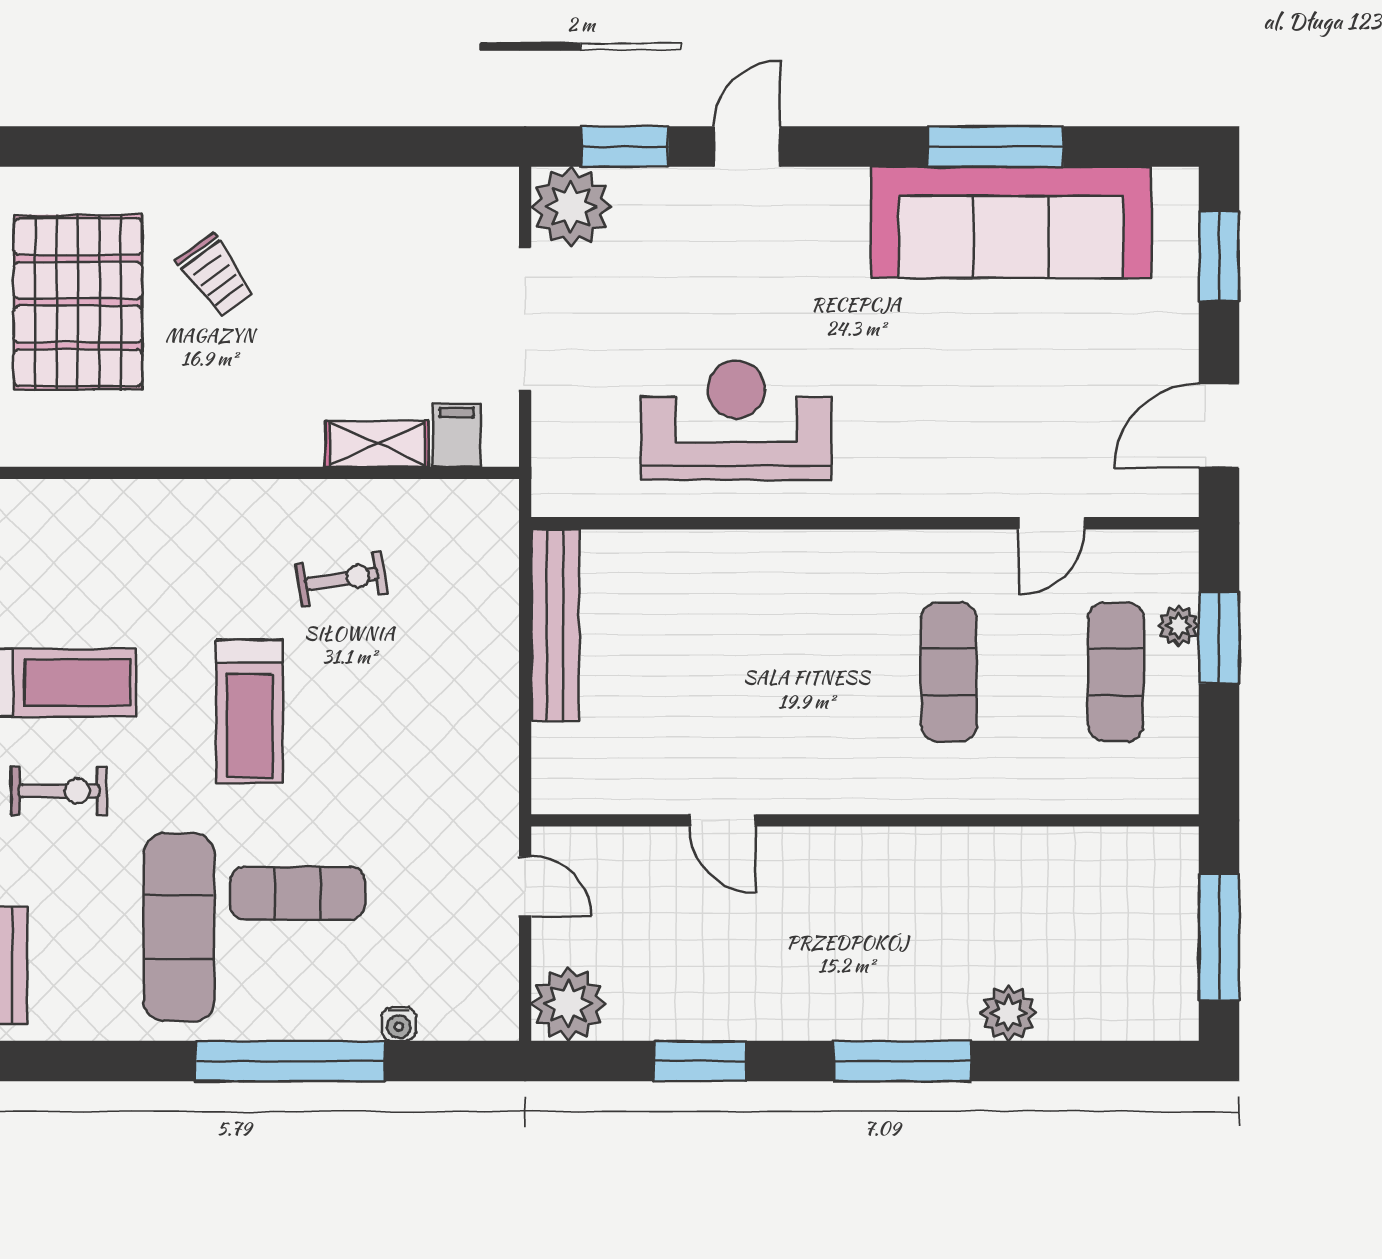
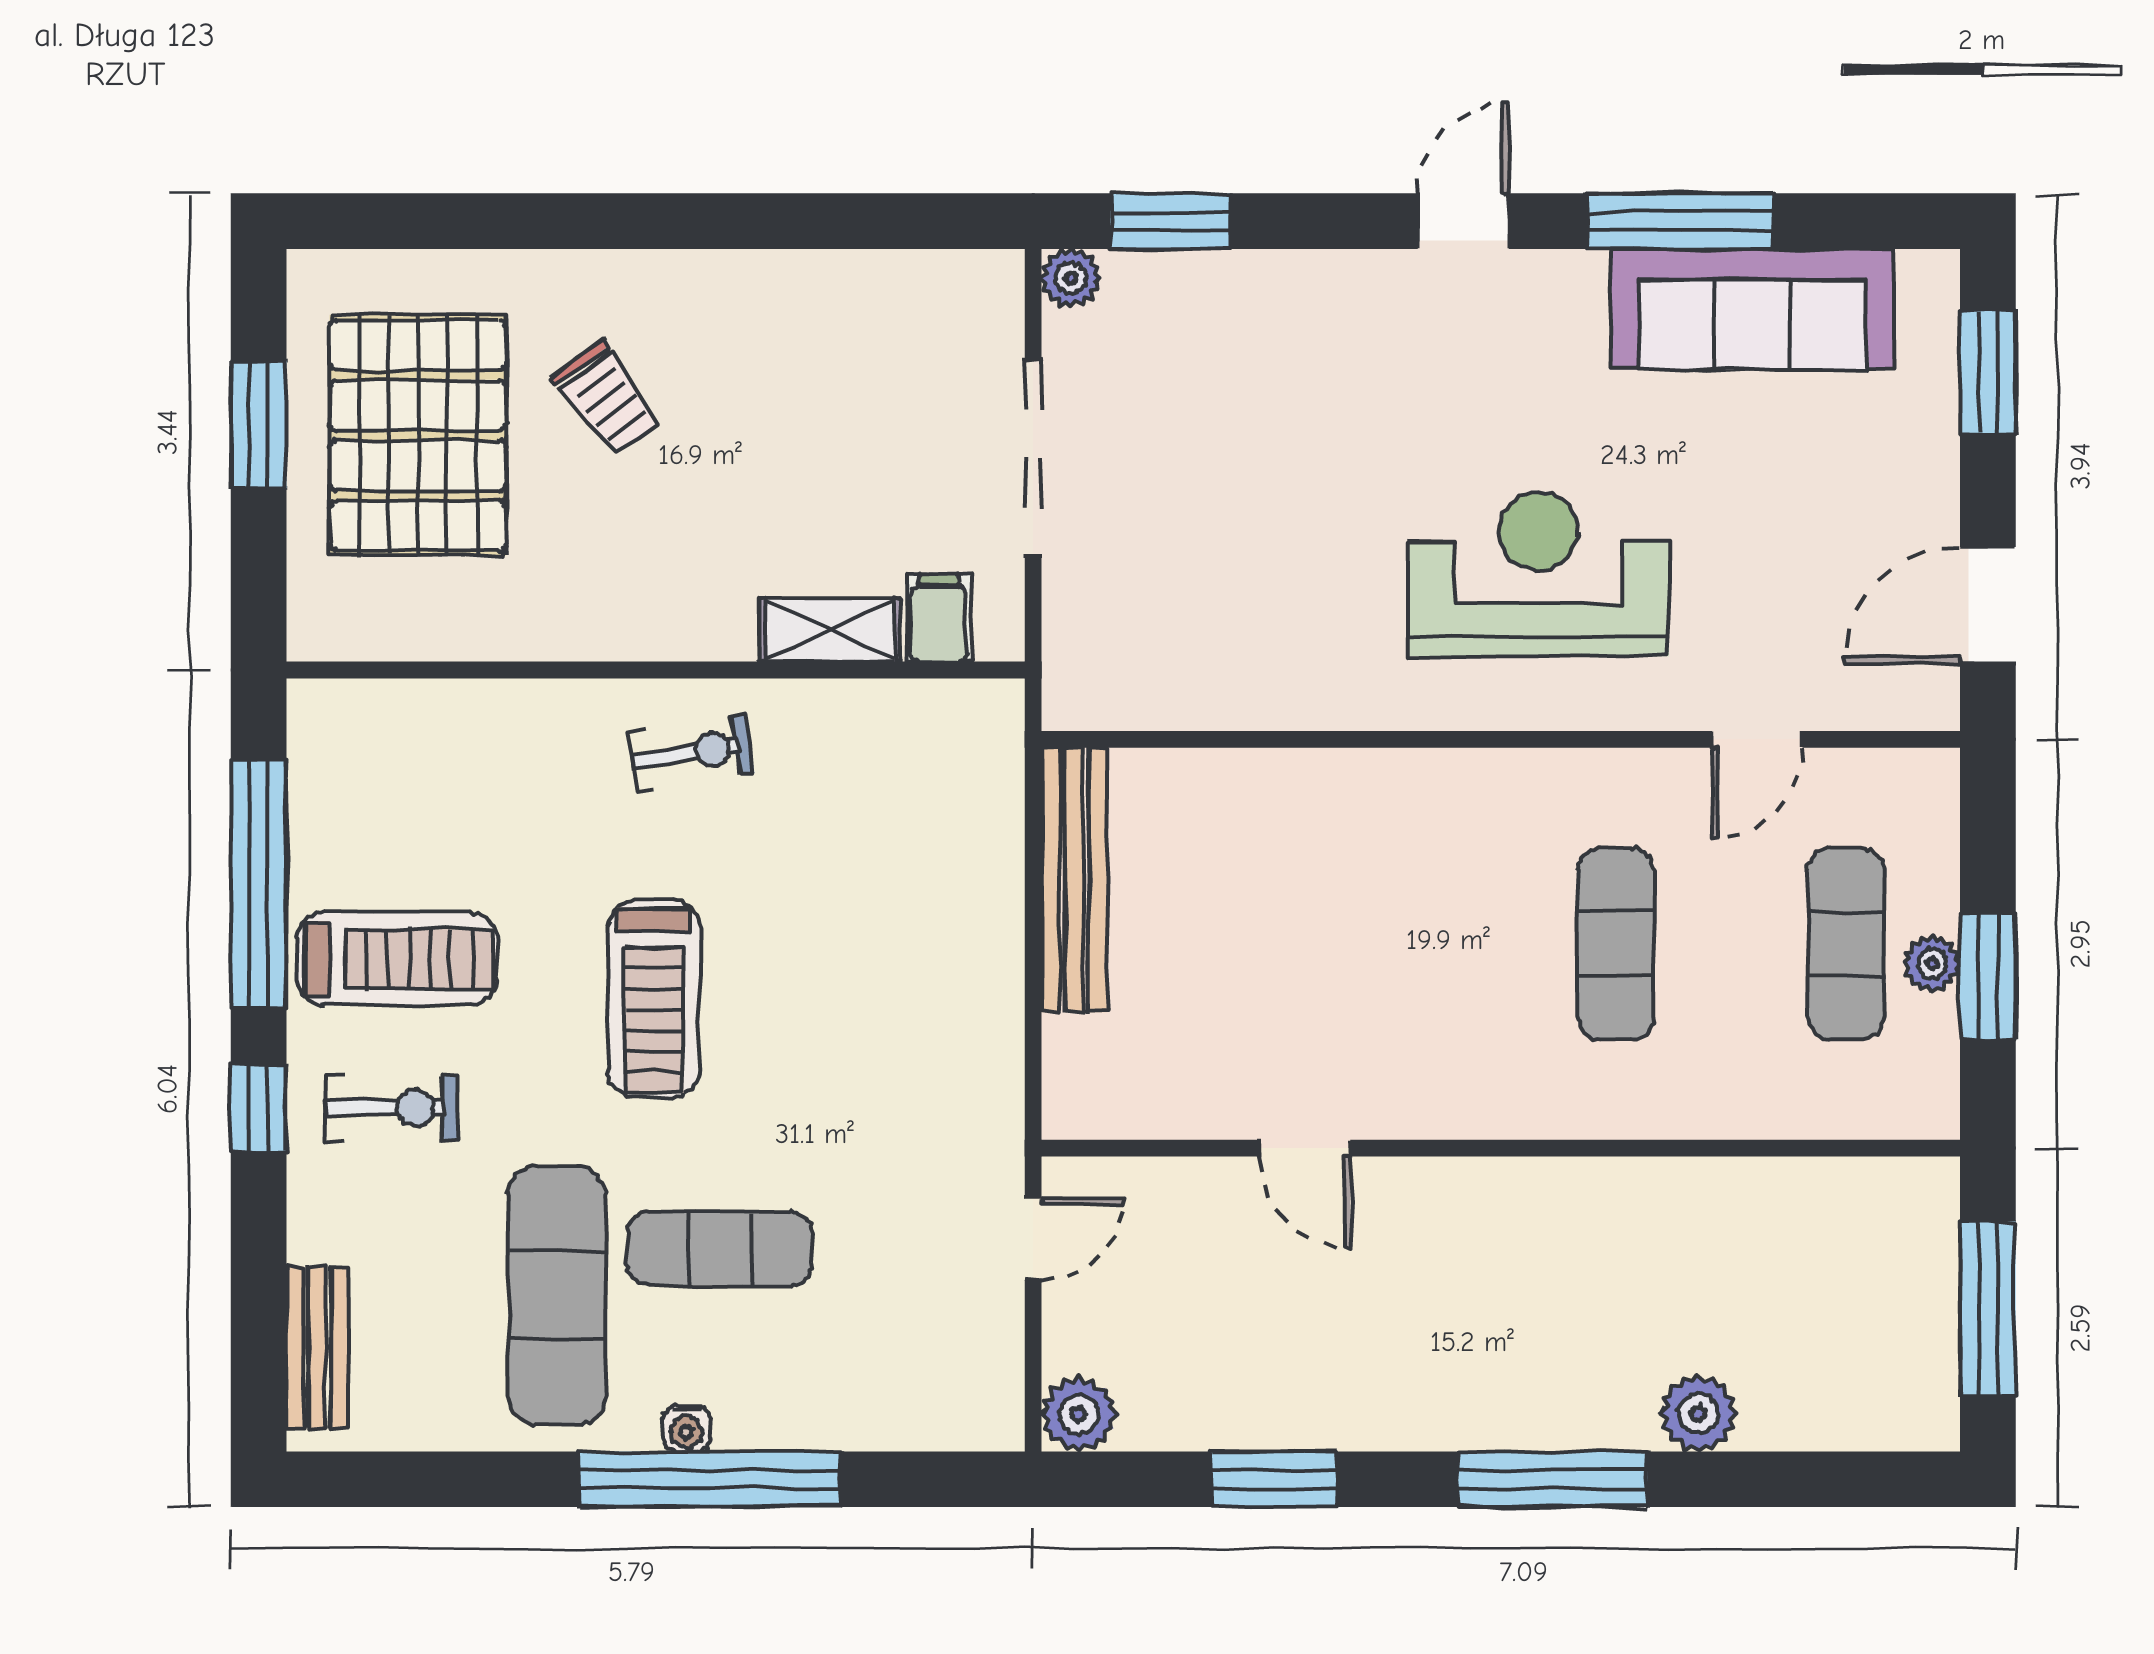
door: (747, 147) -> (1463, 221), moved
plant: (571, 207) -> (1071, 278), width x0.53, depth x0.53
sofa: (1011, 222) -> (1753, 309), width x0.74, depth x0.79
reception desk: (736, 420) -> (1538, 574), moved
exercise bike: (342, 579) -> (691, 753), moved
plant: (1179, 626) -> (1932, 964), moved
window: (1219, 638) -> (1988, 976), moved
door: (525, 886) -> (1033, 1239), hinge flipped
plant: (568, 1004) -> (1079, 1414), width x0.73, depth x0.73
water cooler: (399, 1024) -> (686, 1428), moved

